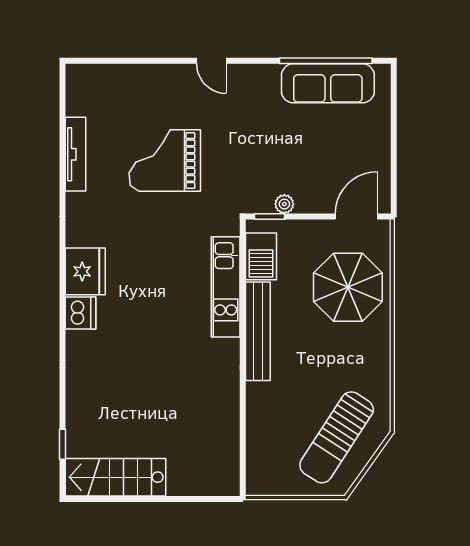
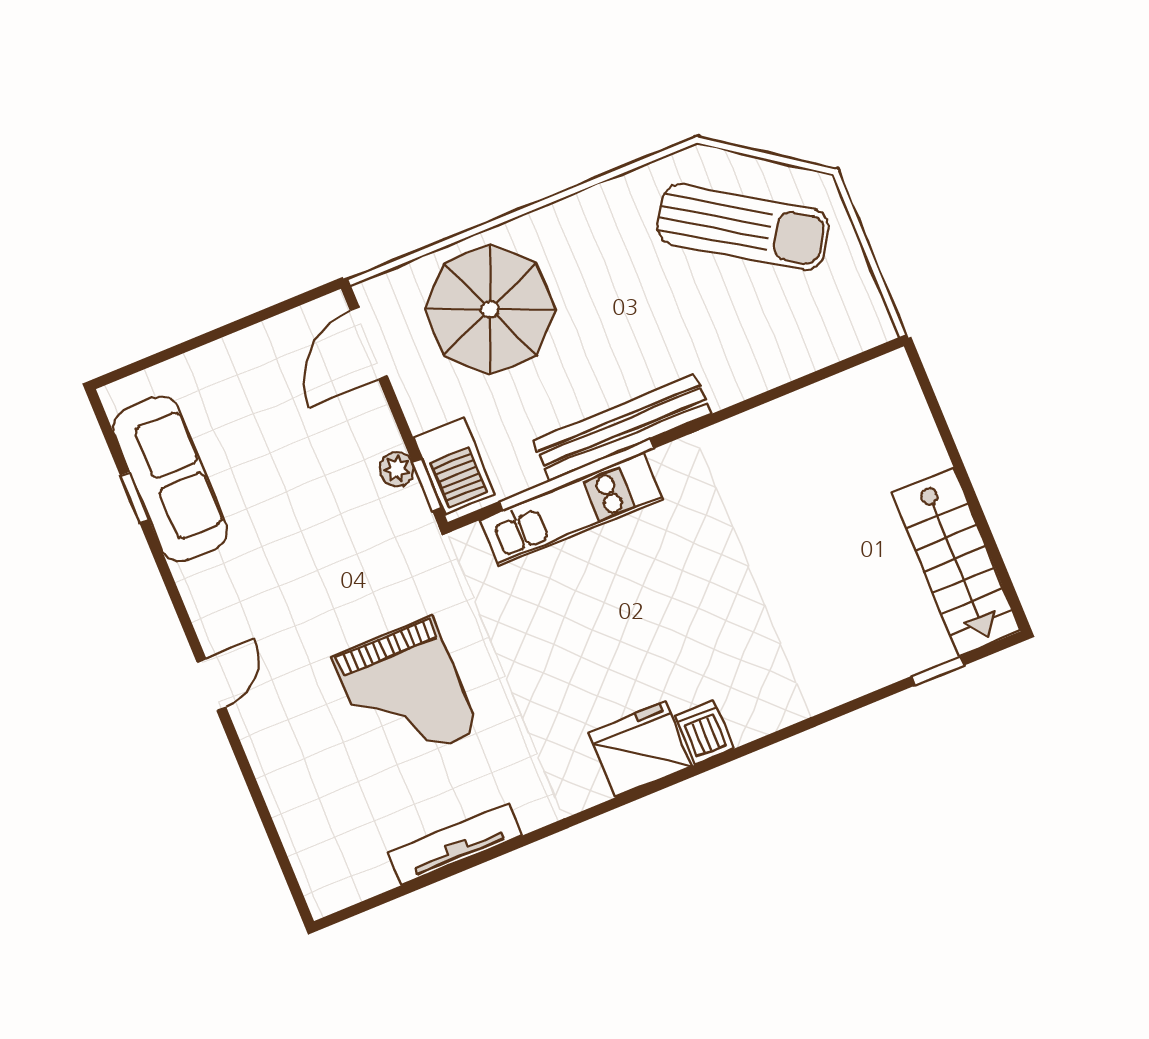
window: (326, 61) -> (135, 498), width x0.32
door: (356, 217) -> (369, 343), hinge flipped
barbecue: (261, 256) -> (454, 466), moved, turned 90
window: (243, 297) -> (576, 475), added
dishwasher: (81, 313) -> (704, 732), width x0.73

